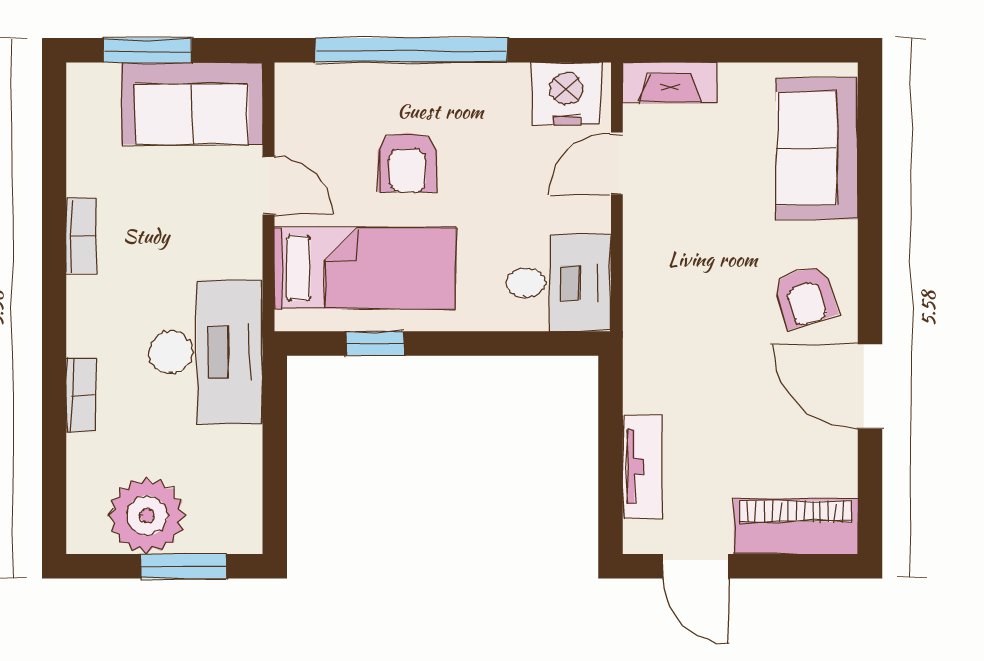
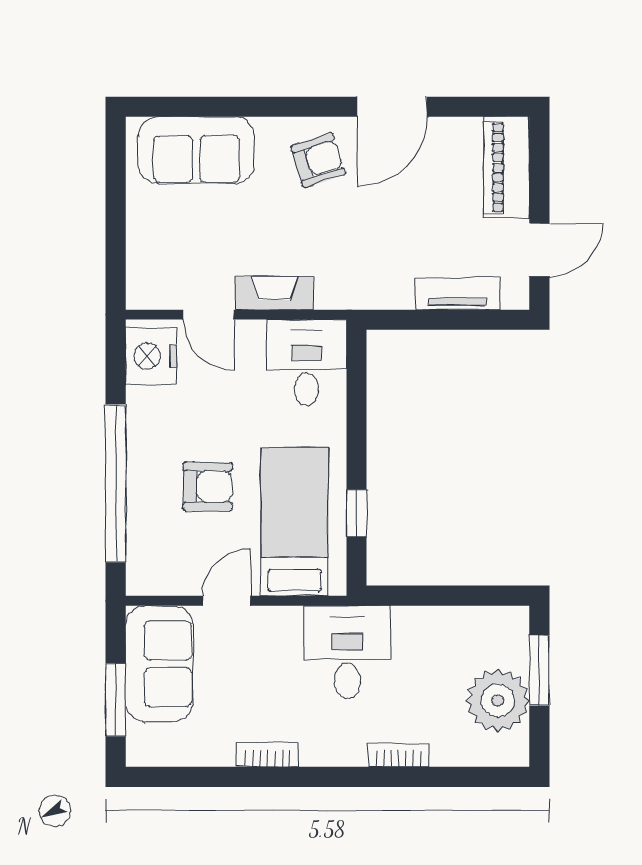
fireplace: (670, 83) -> (274, 293), moved, turned -90
desk: (206, 352) -> (347, 652), width x0.73

